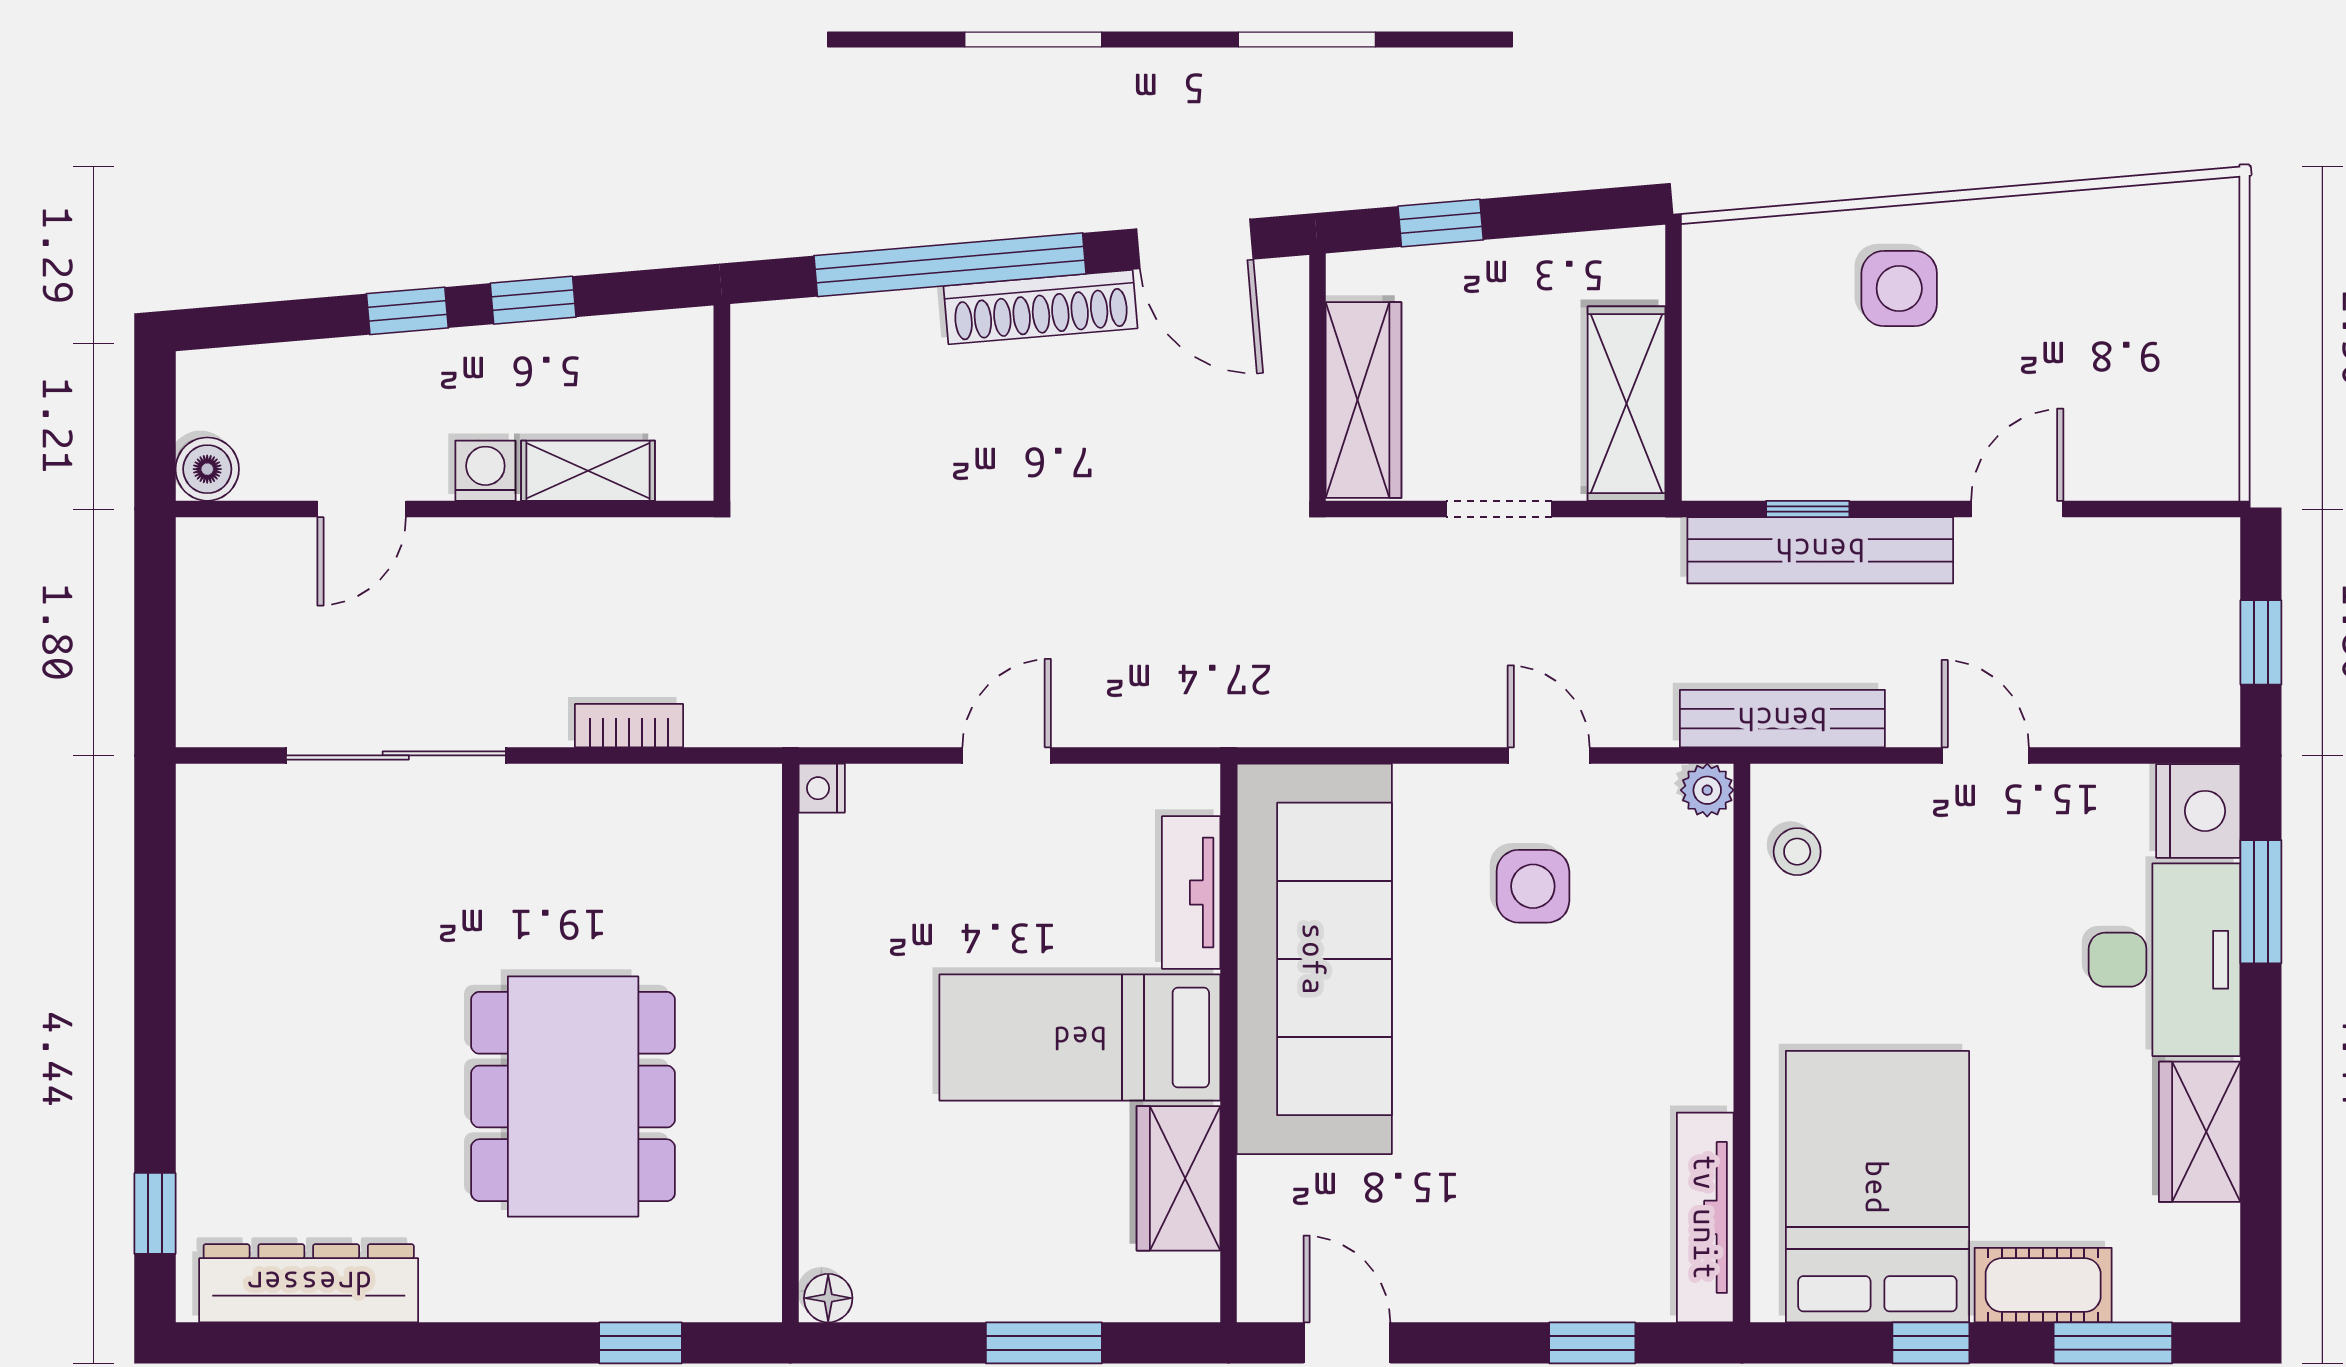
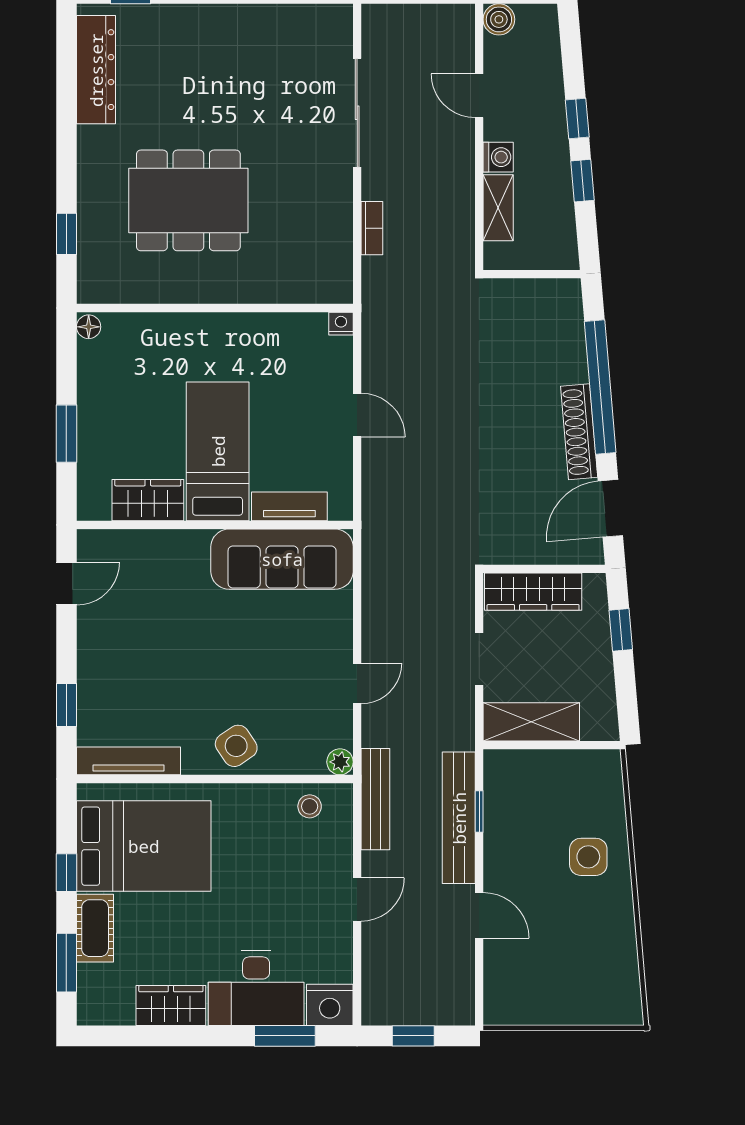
side table: (1533, 886) -> (236, 746), moved, turned -34
sofa: (1314, 959) -> (282, 559), width x0.74, depth x0.79

